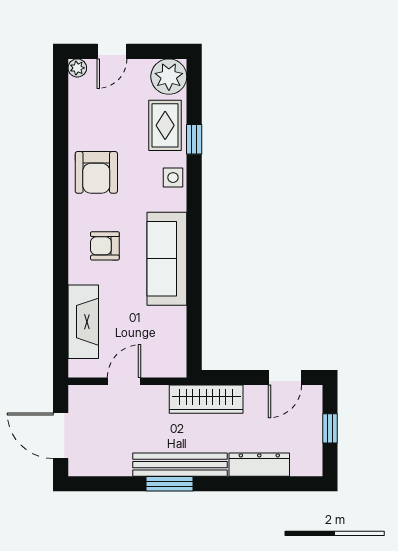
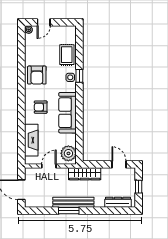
plant: (169, 77) -> (68, 153), moved
window: (194, 139) -> (79, 76), moved
door: (285, 378) -> (119, 164), swing flipped
dresser: (259, 465) -> (118, 202), moved

